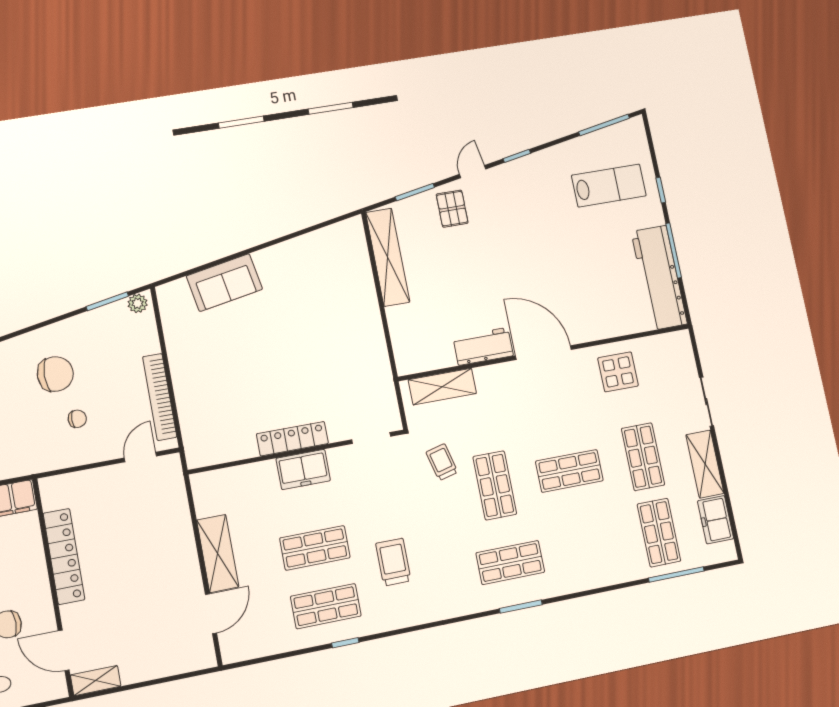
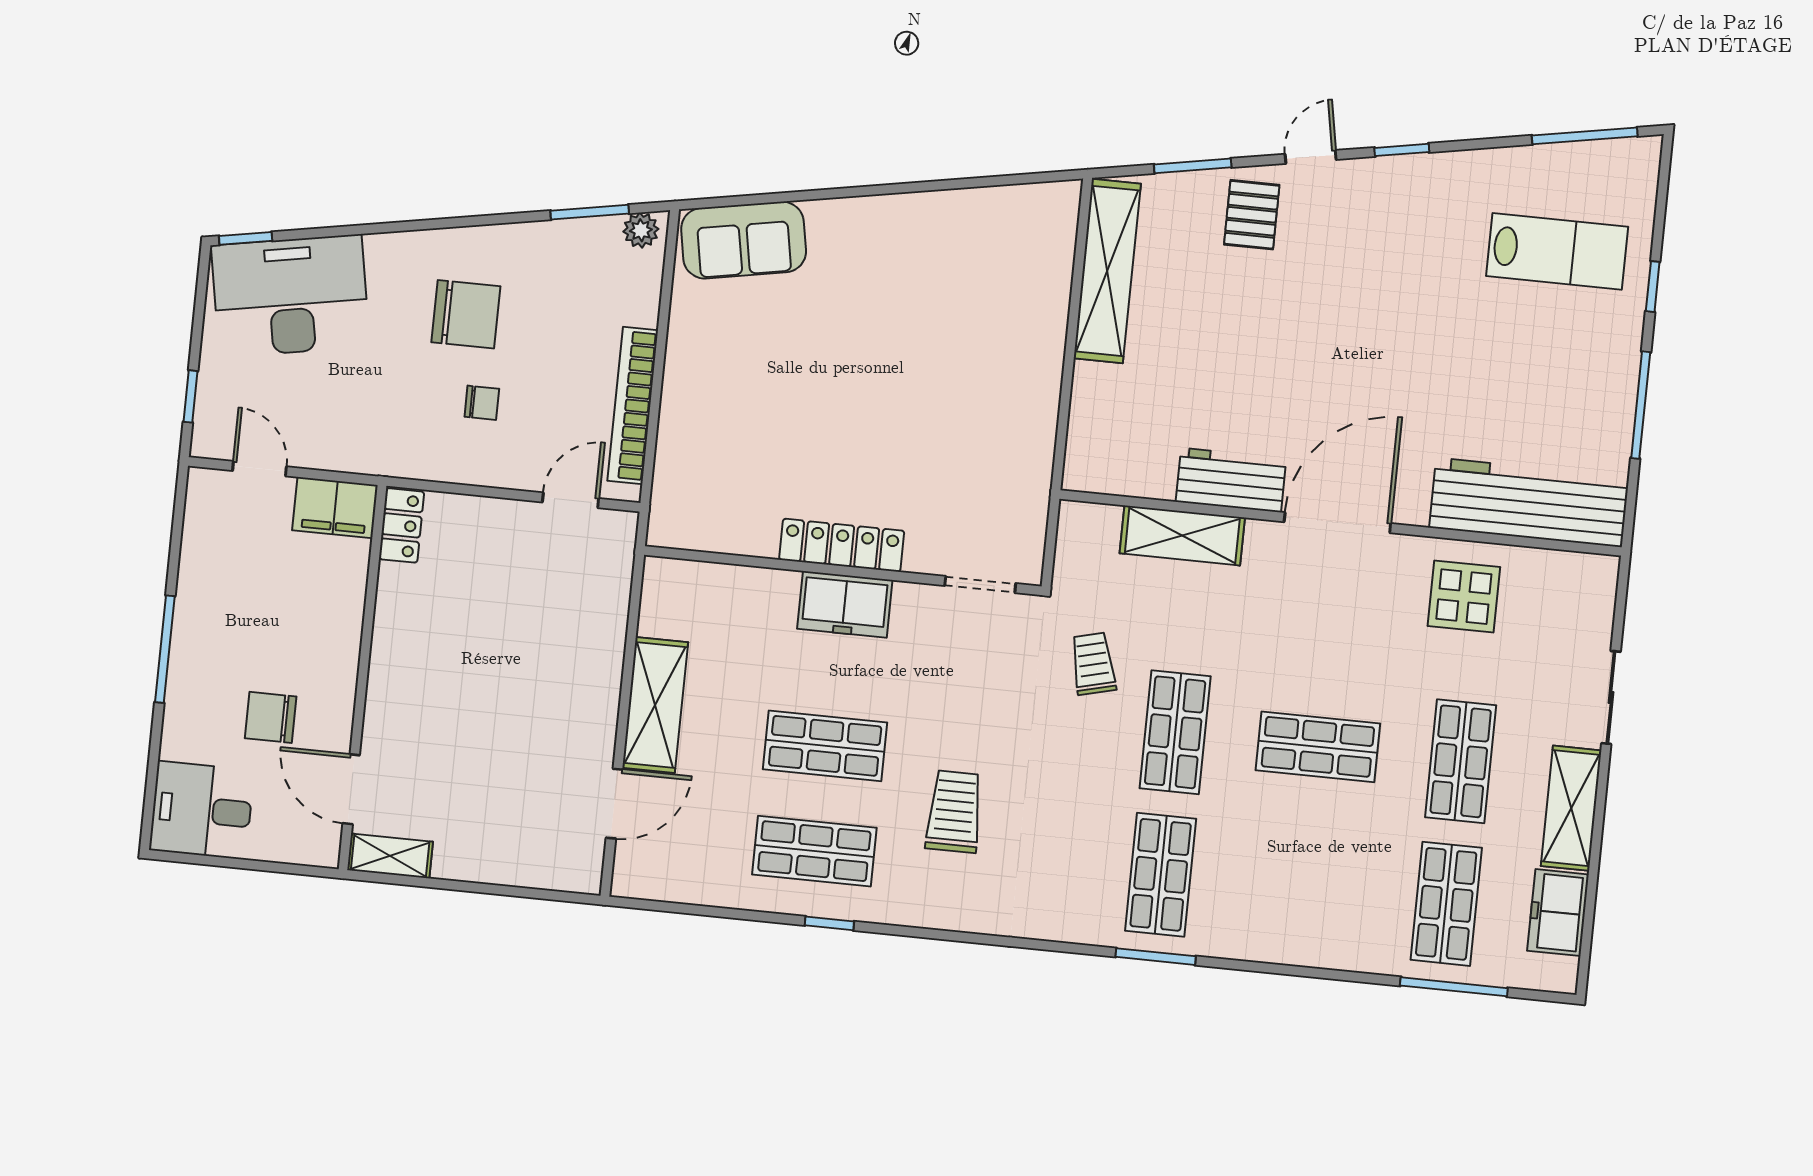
workbench: (659, 278) -> (1529, 502), moved, turned 90
sofa: (224, 283) -> (744, 240), moved
door: (543, 353) -> (1337, 523), hinge flipped
shelving: (442, 387) -> (1182, 535), moved
locker: (64, 556) -> (402, 525), moved, width x0.46, depth x0.83
shop shelf: (510, 562) -> (1161, 875), turned 90

